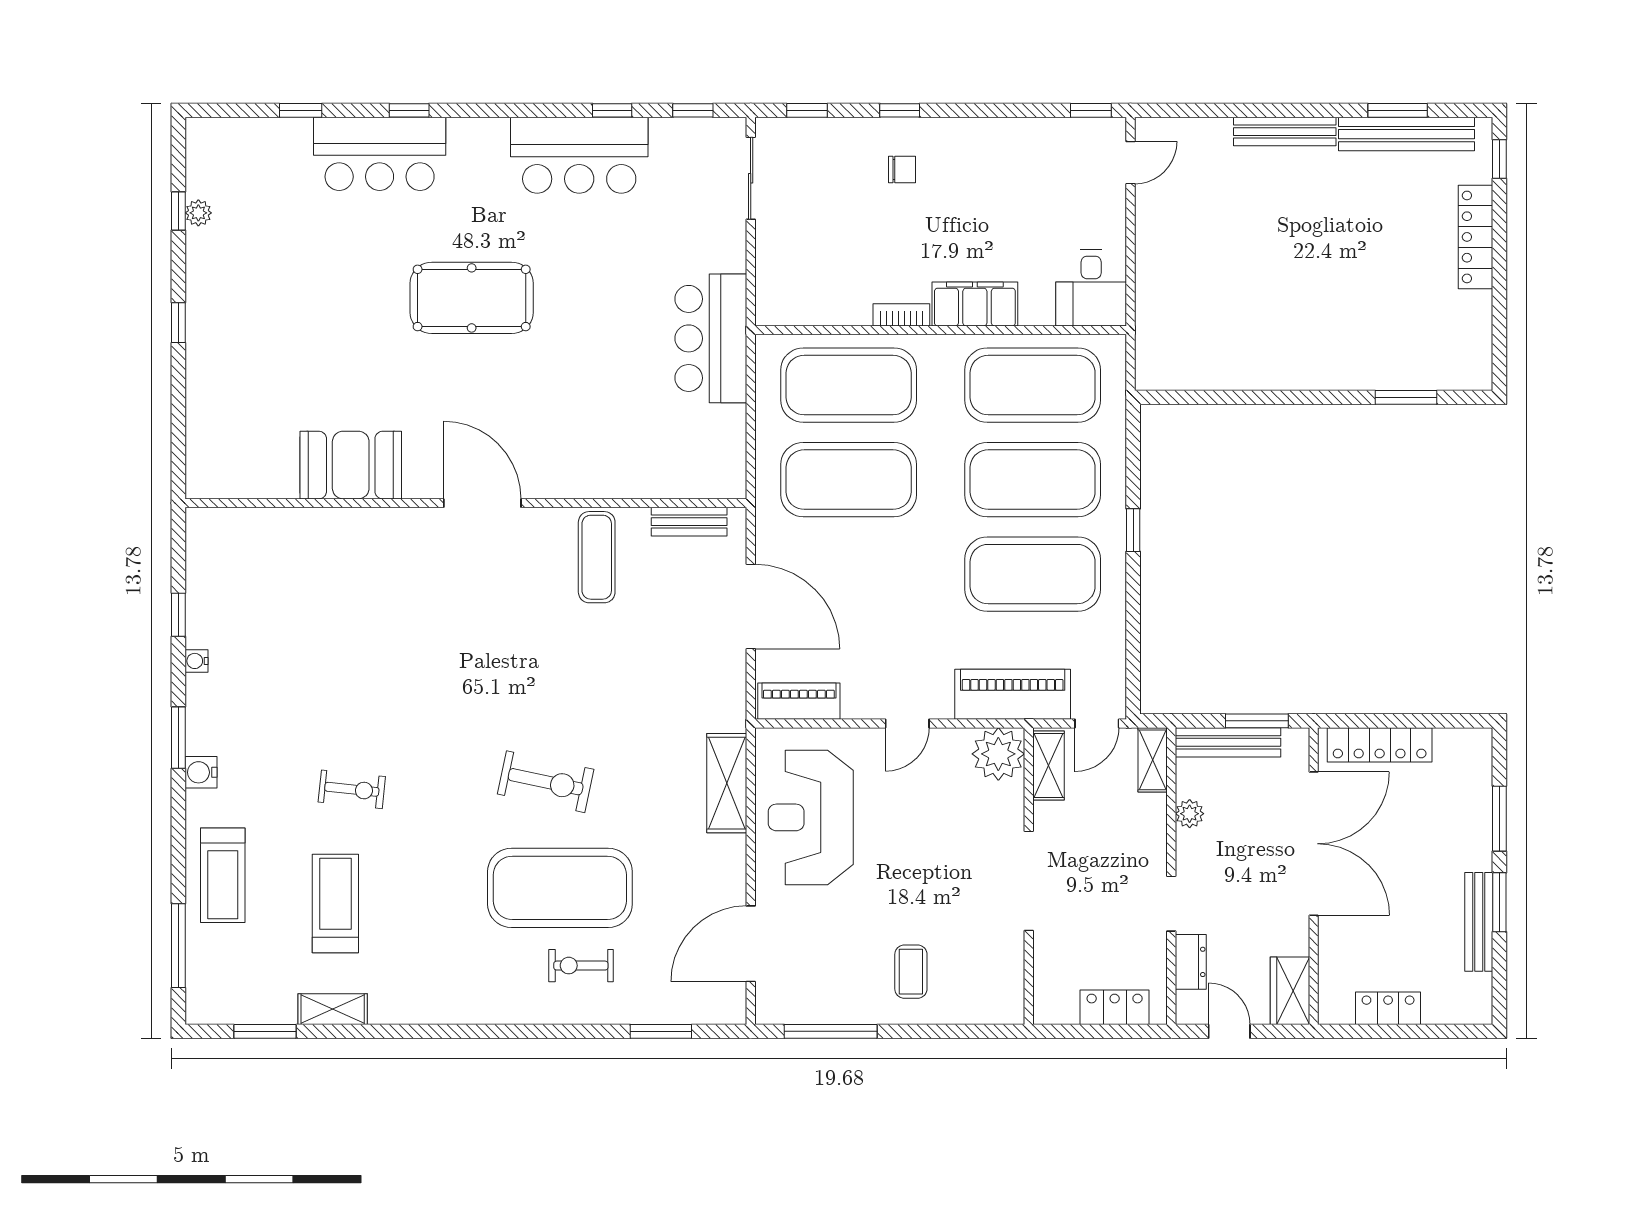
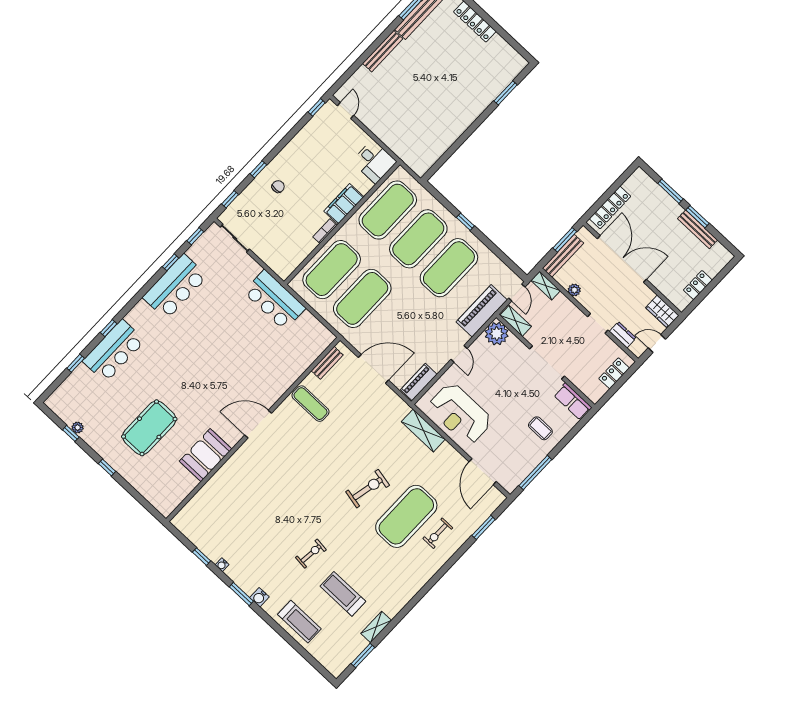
pool table: (472, 298) -> (149, 428), moved
window: (178, 946) -> (309, 657), removed
row of seats: (1005, 983) -> (573, 401), added

